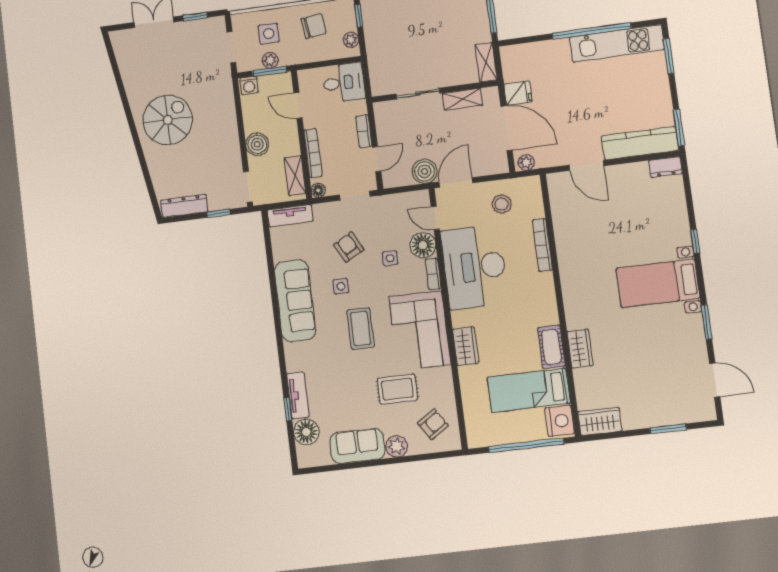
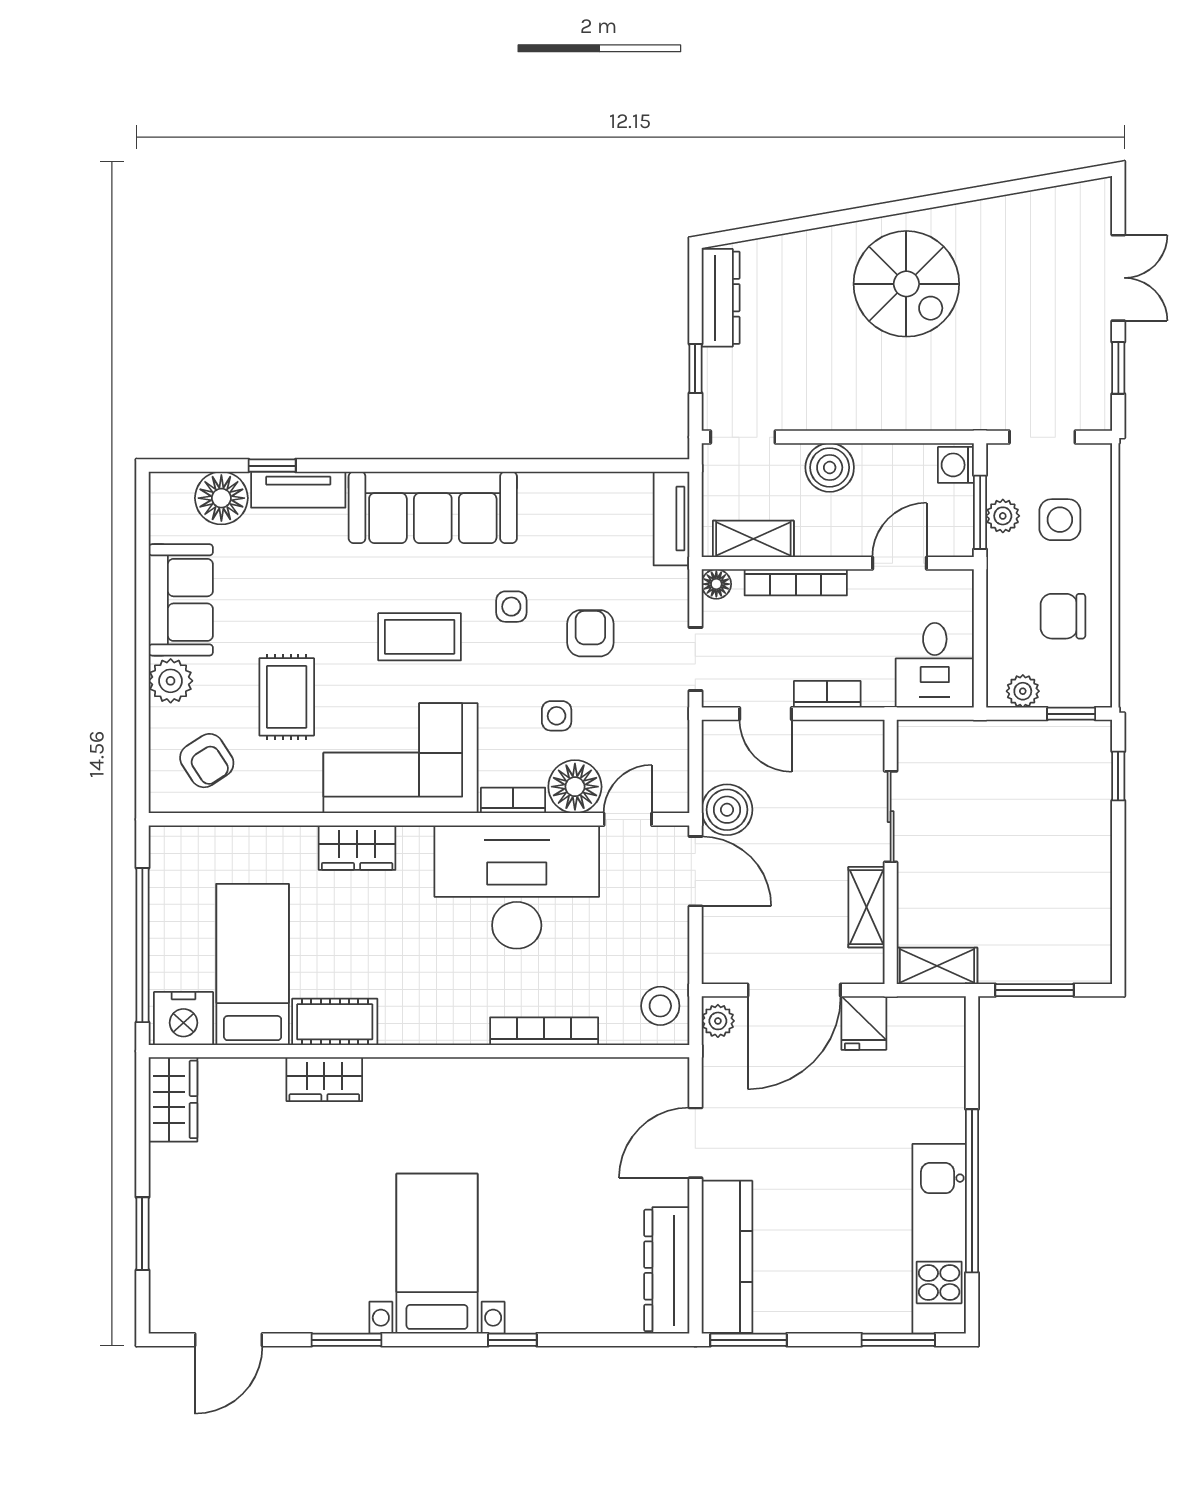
chair: (313, 26) -> (1063, 616), turned 98
dresser: (665, 167) -> (667, 1270), width x1.96, depth x1.24
stool: (502, 204) -> (660, 1006), moved
armchair: (349, 247) -> (590, 633), turned -62
sofa: (295, 301) -> (433, 507), moved

